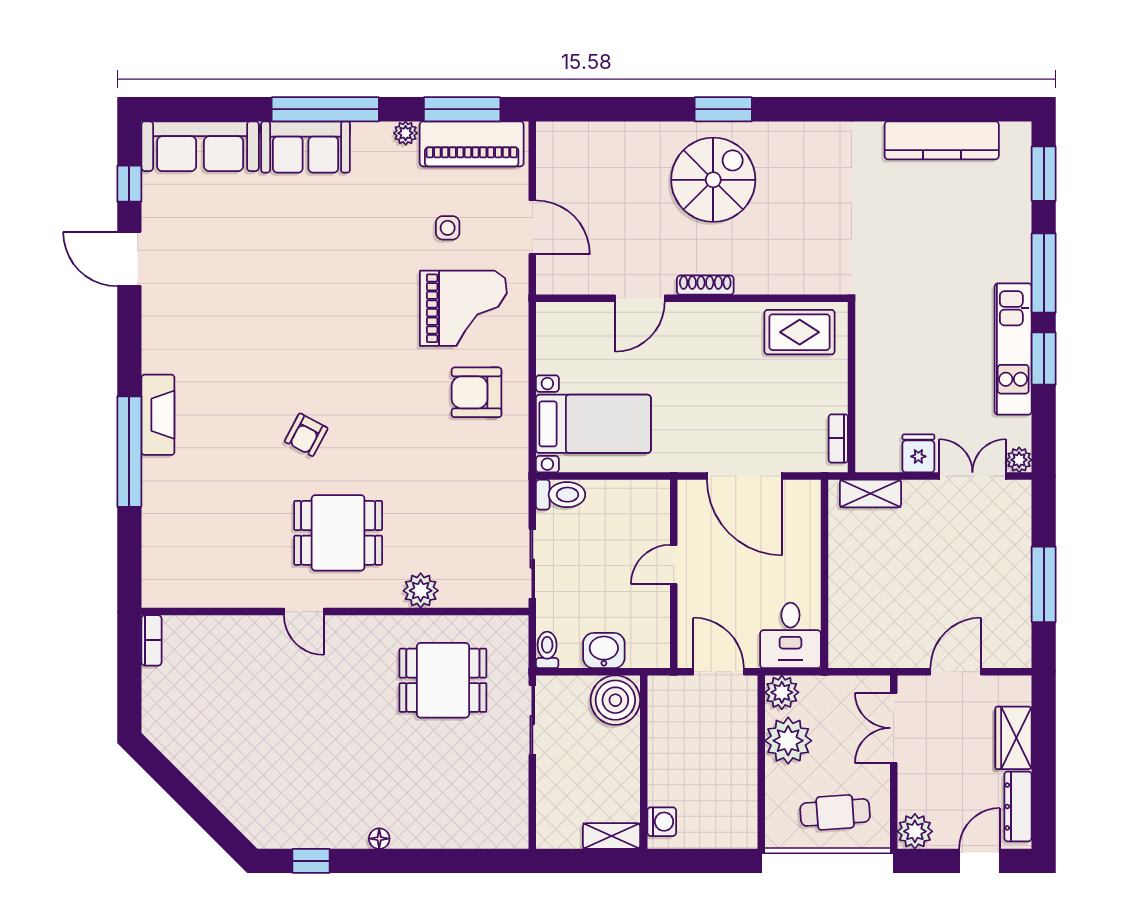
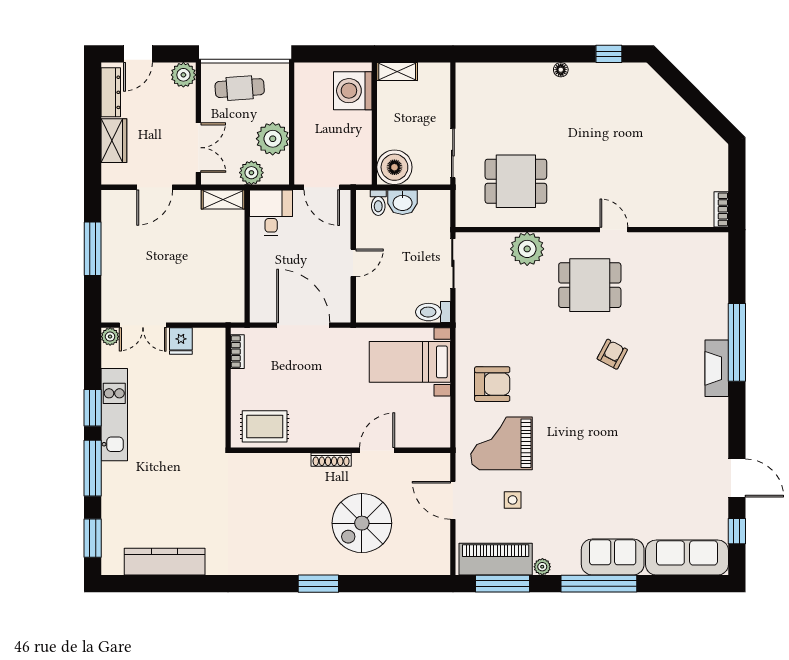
spiral stairs: (713, 180) -> (362, 523), moved
shelving: (870, 493) -> (223, 199), moved
plant: (421, 591) -> (527, 249), width x1.36, depth x1.36
toilet: (547, 650) -> (378, 203), moved
plant: (782, 692) -> (251, 173), moved
washing machine: (662, 822) -> (353, 91), width x1.89, depth x1.89

